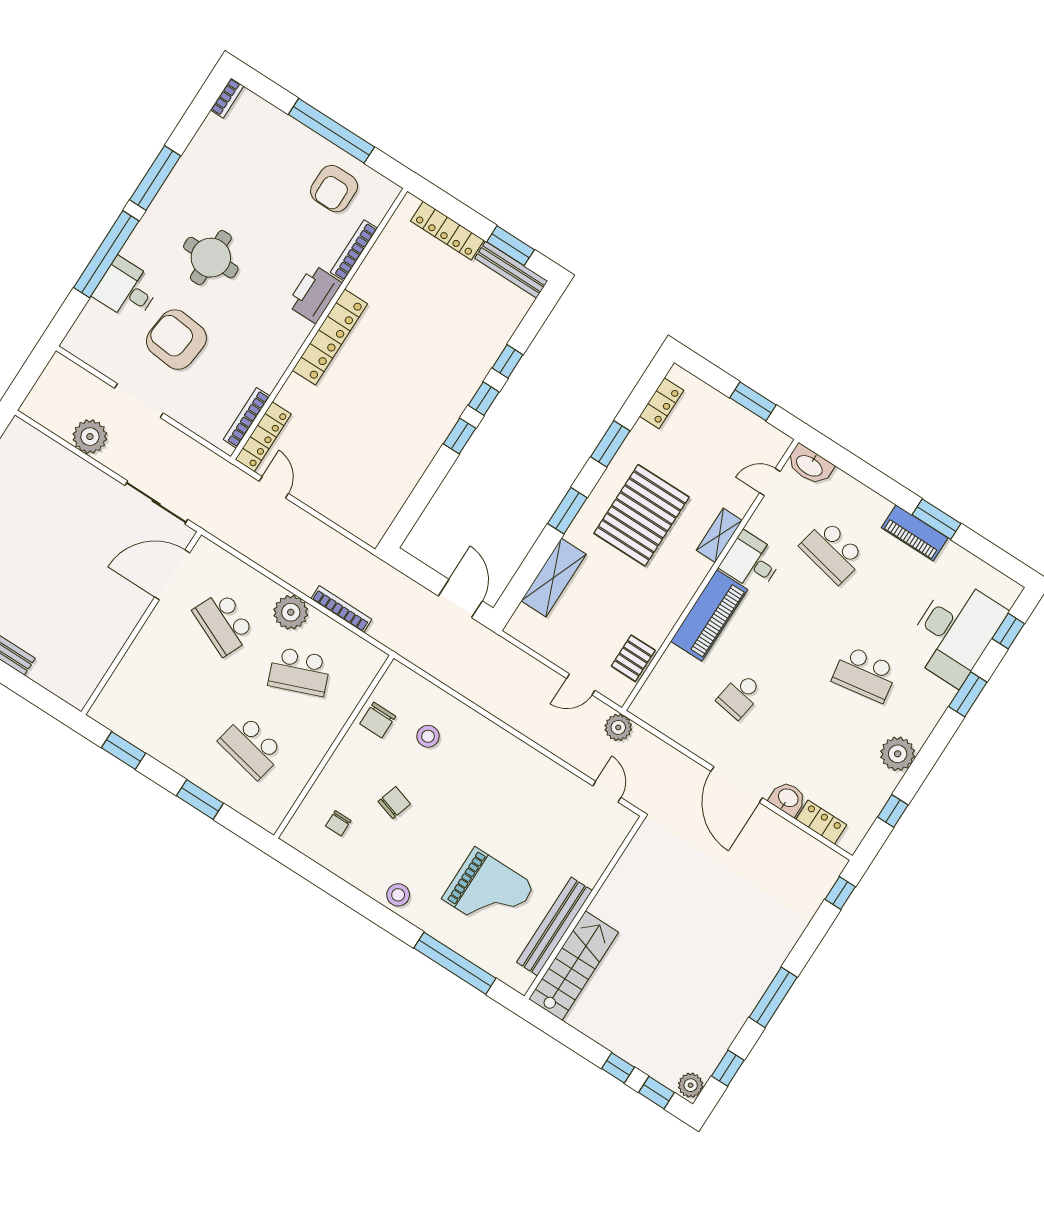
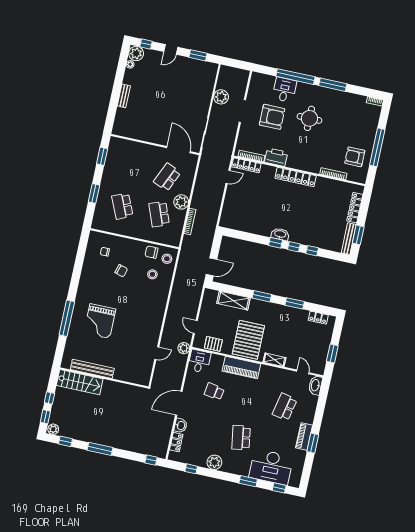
printer: (314, 294) -> (276, 157), moved
armchair: (176, 340) -> (272, 117), turned 84
washbasin: (444, 419) -> (280, 234), added
pallet: (642, 515) -> (248, 340), moved, turned 90
desk: (751, 562) -> (199, 361), moved
school desk: (251, 747) -> (122, 206), turned -36
stool: (398, 895) -> (167, 259), moved
wall: (584, 908) -> (104, 378), moved
bench: (554, 926) -> (92, 369), moved
stairs: (574, 966) -> (80, 382), moved

